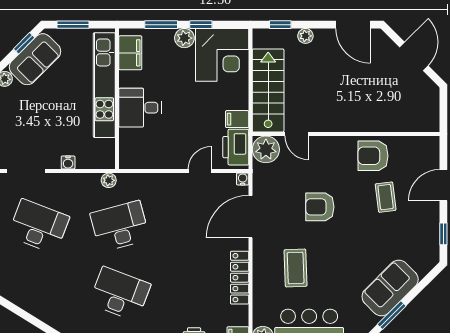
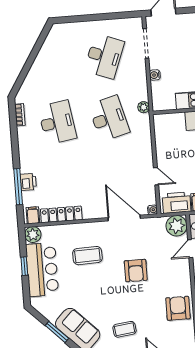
coffee table: (386, 197) -> (125, 329), moved
armchair: (320, 207) -> (136, 271), turned 180
locker: (240, 278) -> (61, 214), moved
desk: (120, 294) -> (57, 122), turned -30

